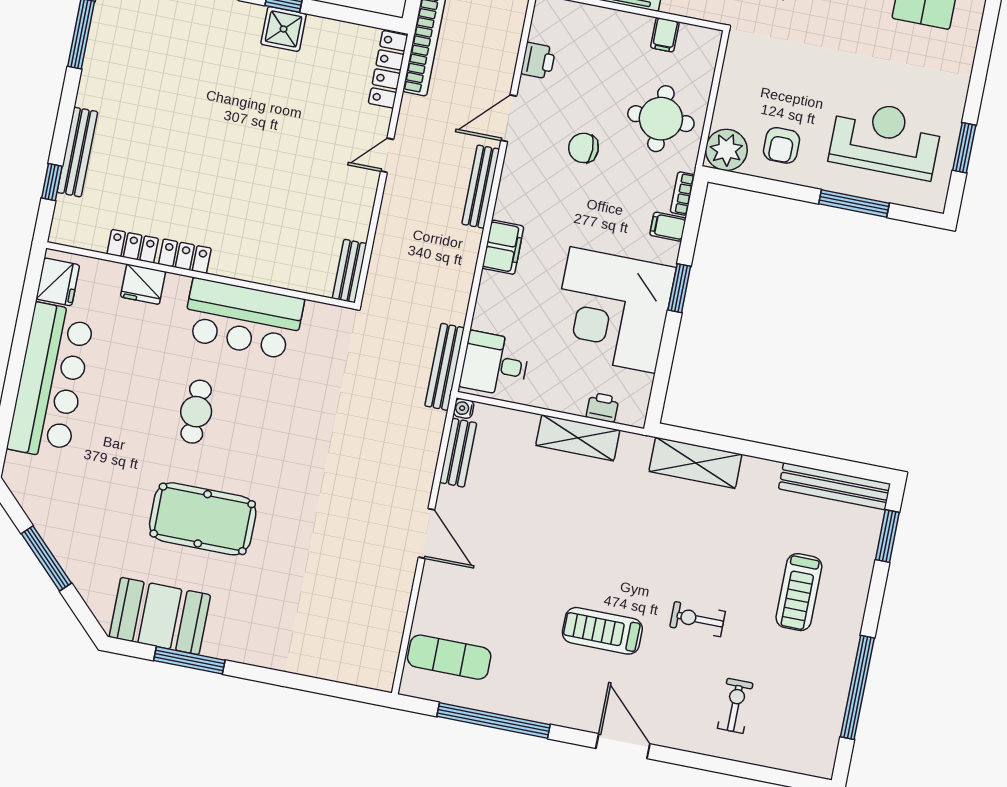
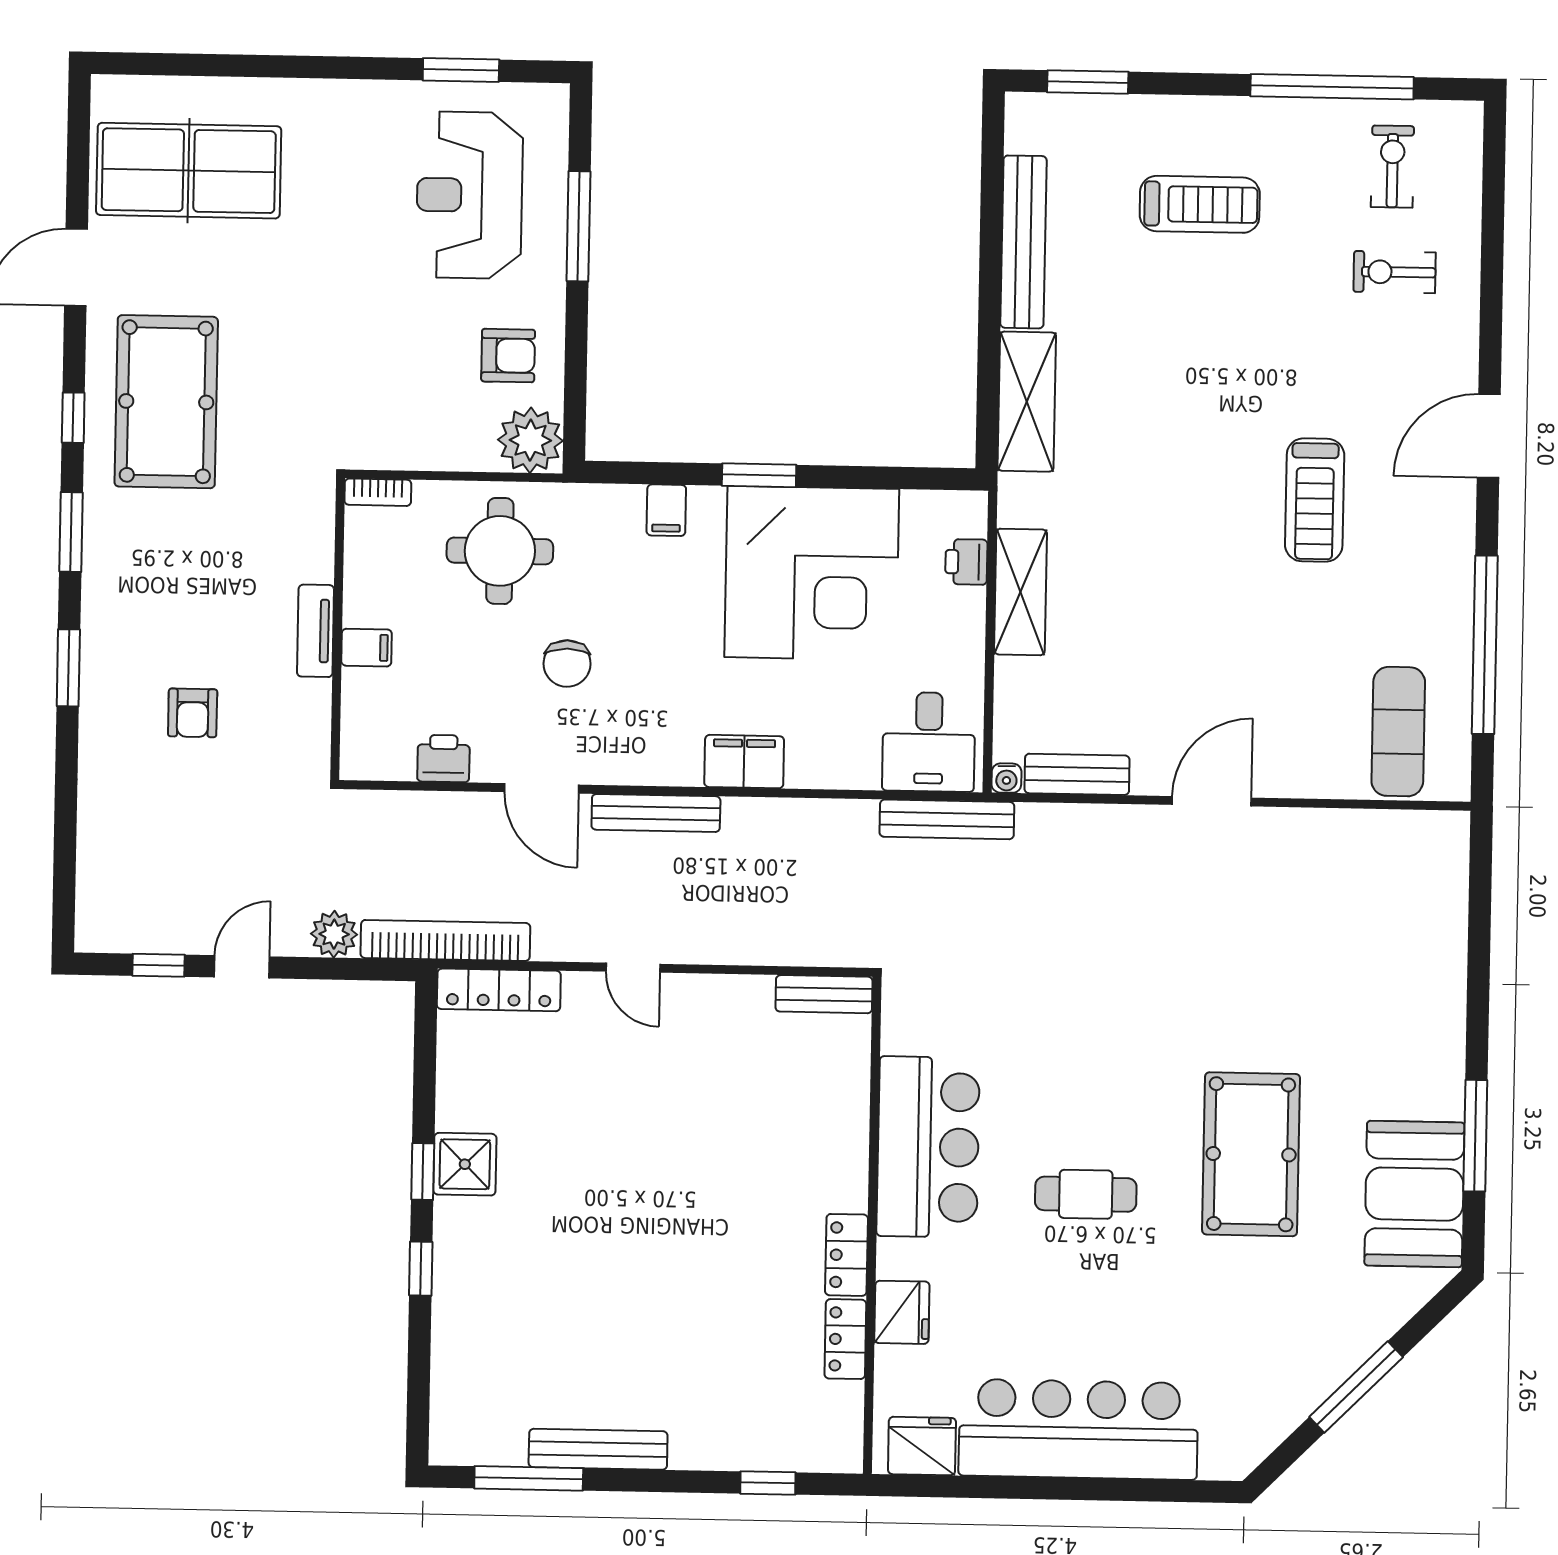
filing cabinet: (665, 35) -> (367, 648), moved
bench: (77, 152) -> (598, 1449), moved
bookcase: (682, 193) -> (378, 492), moved
bench: (835, 486) -> (1023, 242), moved
exercise bike: (698, 619) -> (1392, 167), moved, turned 180

